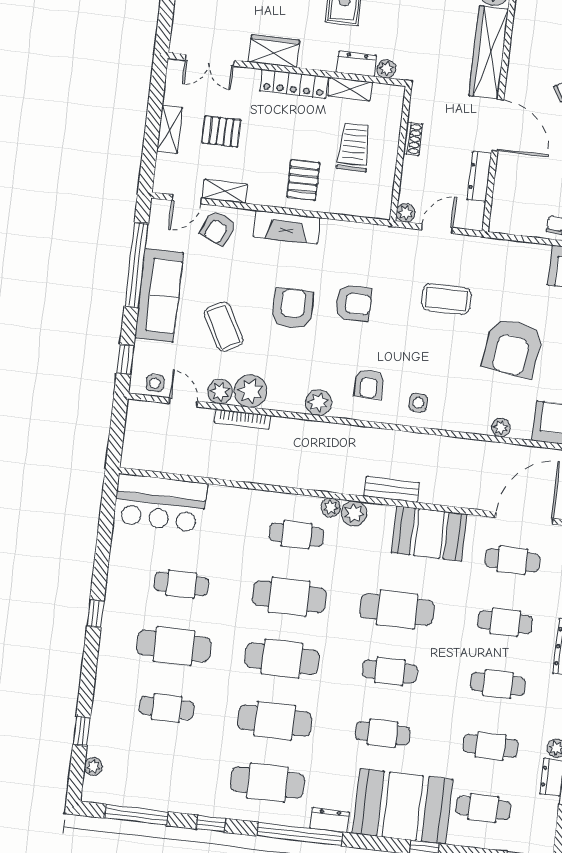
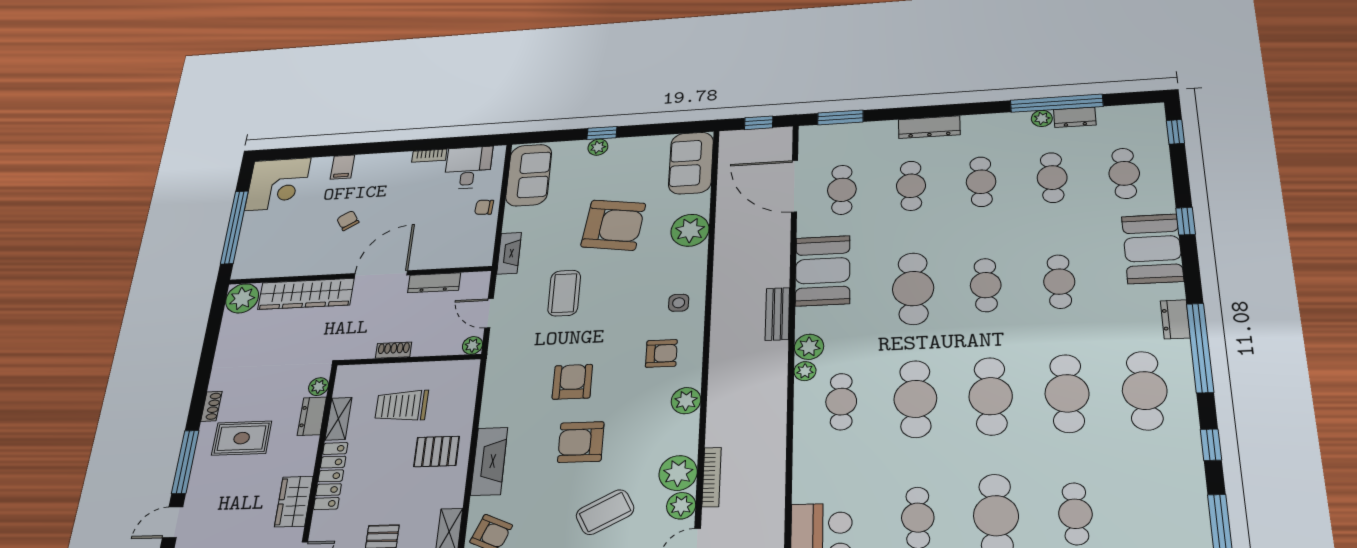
fireplace: (499, 248) -> (509, 253), added
plant: (501, 428) -> (690, 230), width x1.87, depth x1.87
booth: (403, 806) -> (1152, 249), width x0.73, depth x0.70

